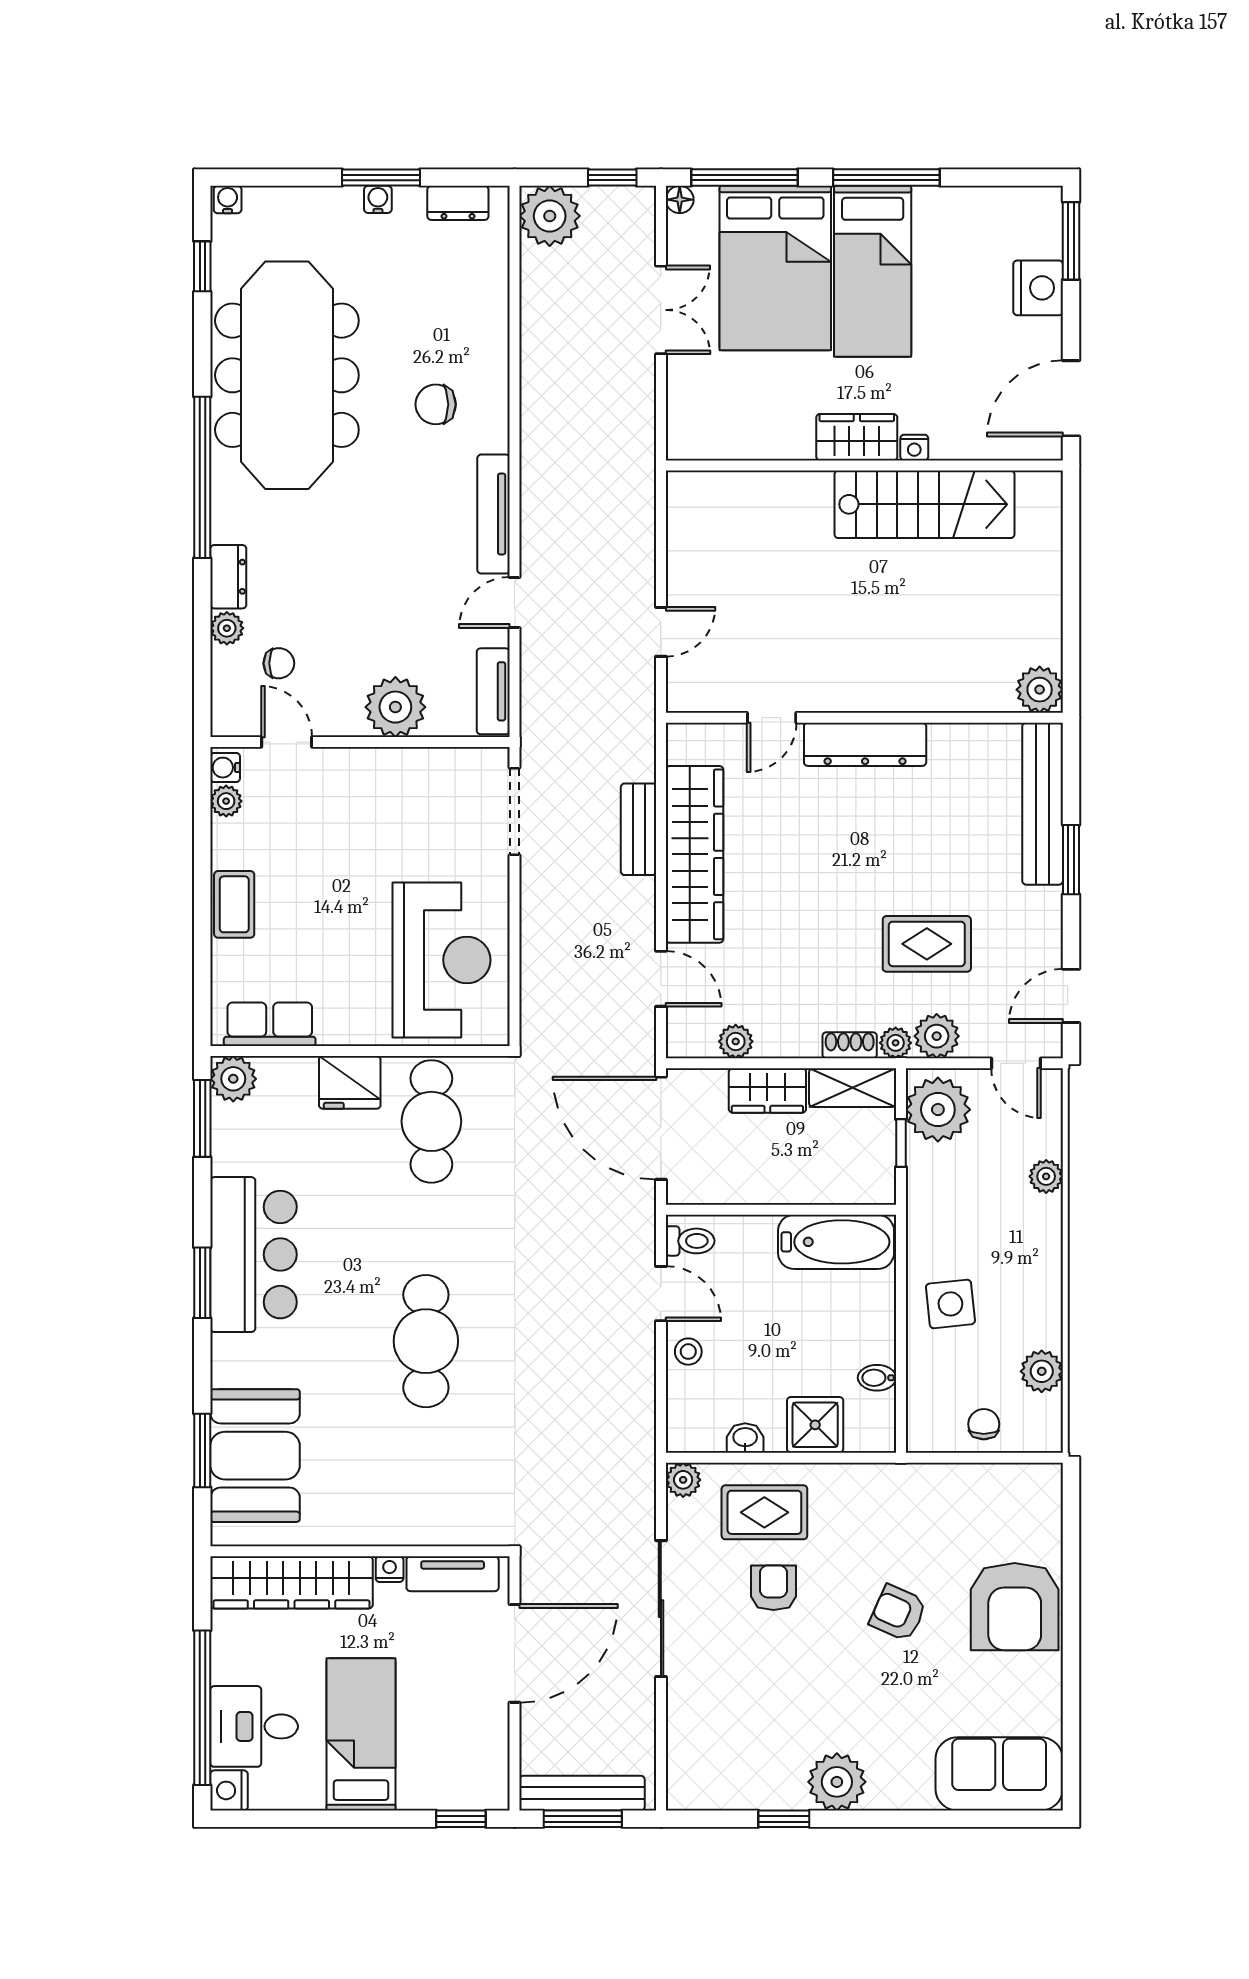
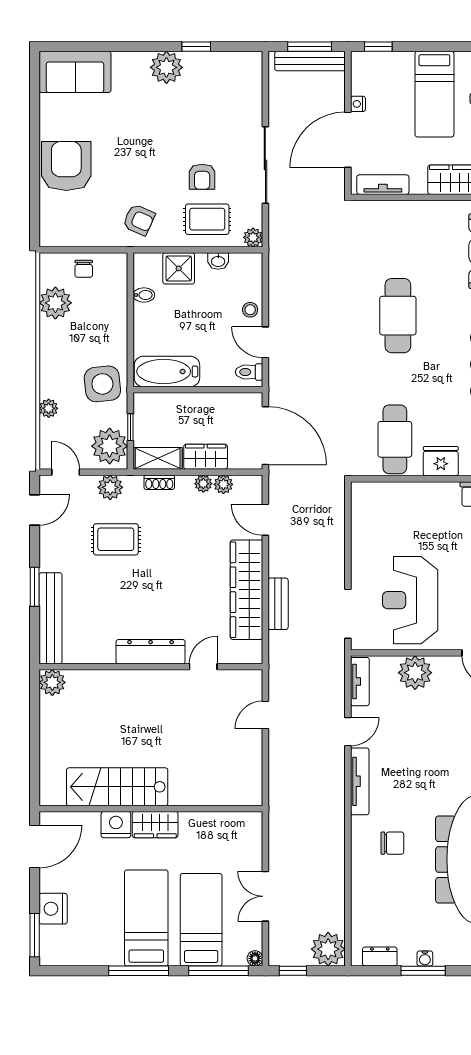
bed: (775, 268) -> (201, 920), width x0.67
nightstand: (914, 448) -> (116, 825), width x1.89, depth x1.79
reception desk: (442, 960) -> (410, 600), moved
plant: (896, 1043) -> (203, 484), moved
side table: (950, 1304) -> (102, 384), moved, width x1.37, depth x1.37
plant: (1042, 1371) -> (55, 303), width x1.36, depth x1.36
nightstand: (390, 1569) -> (358, 104), moved, turned 90
armchair: (898, 1613) -> (139, 220), moved

